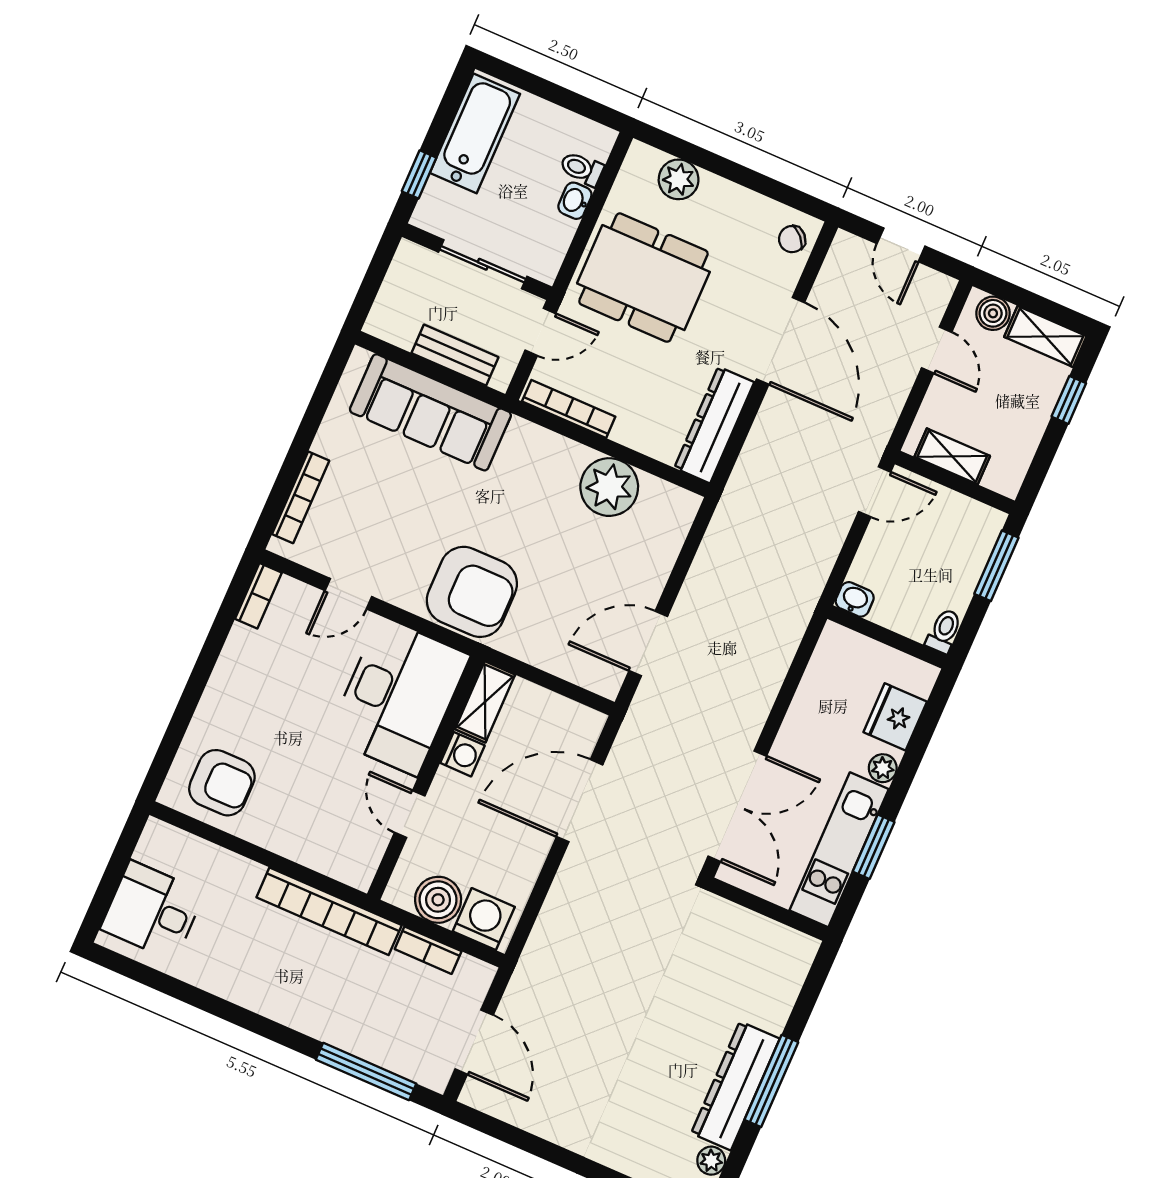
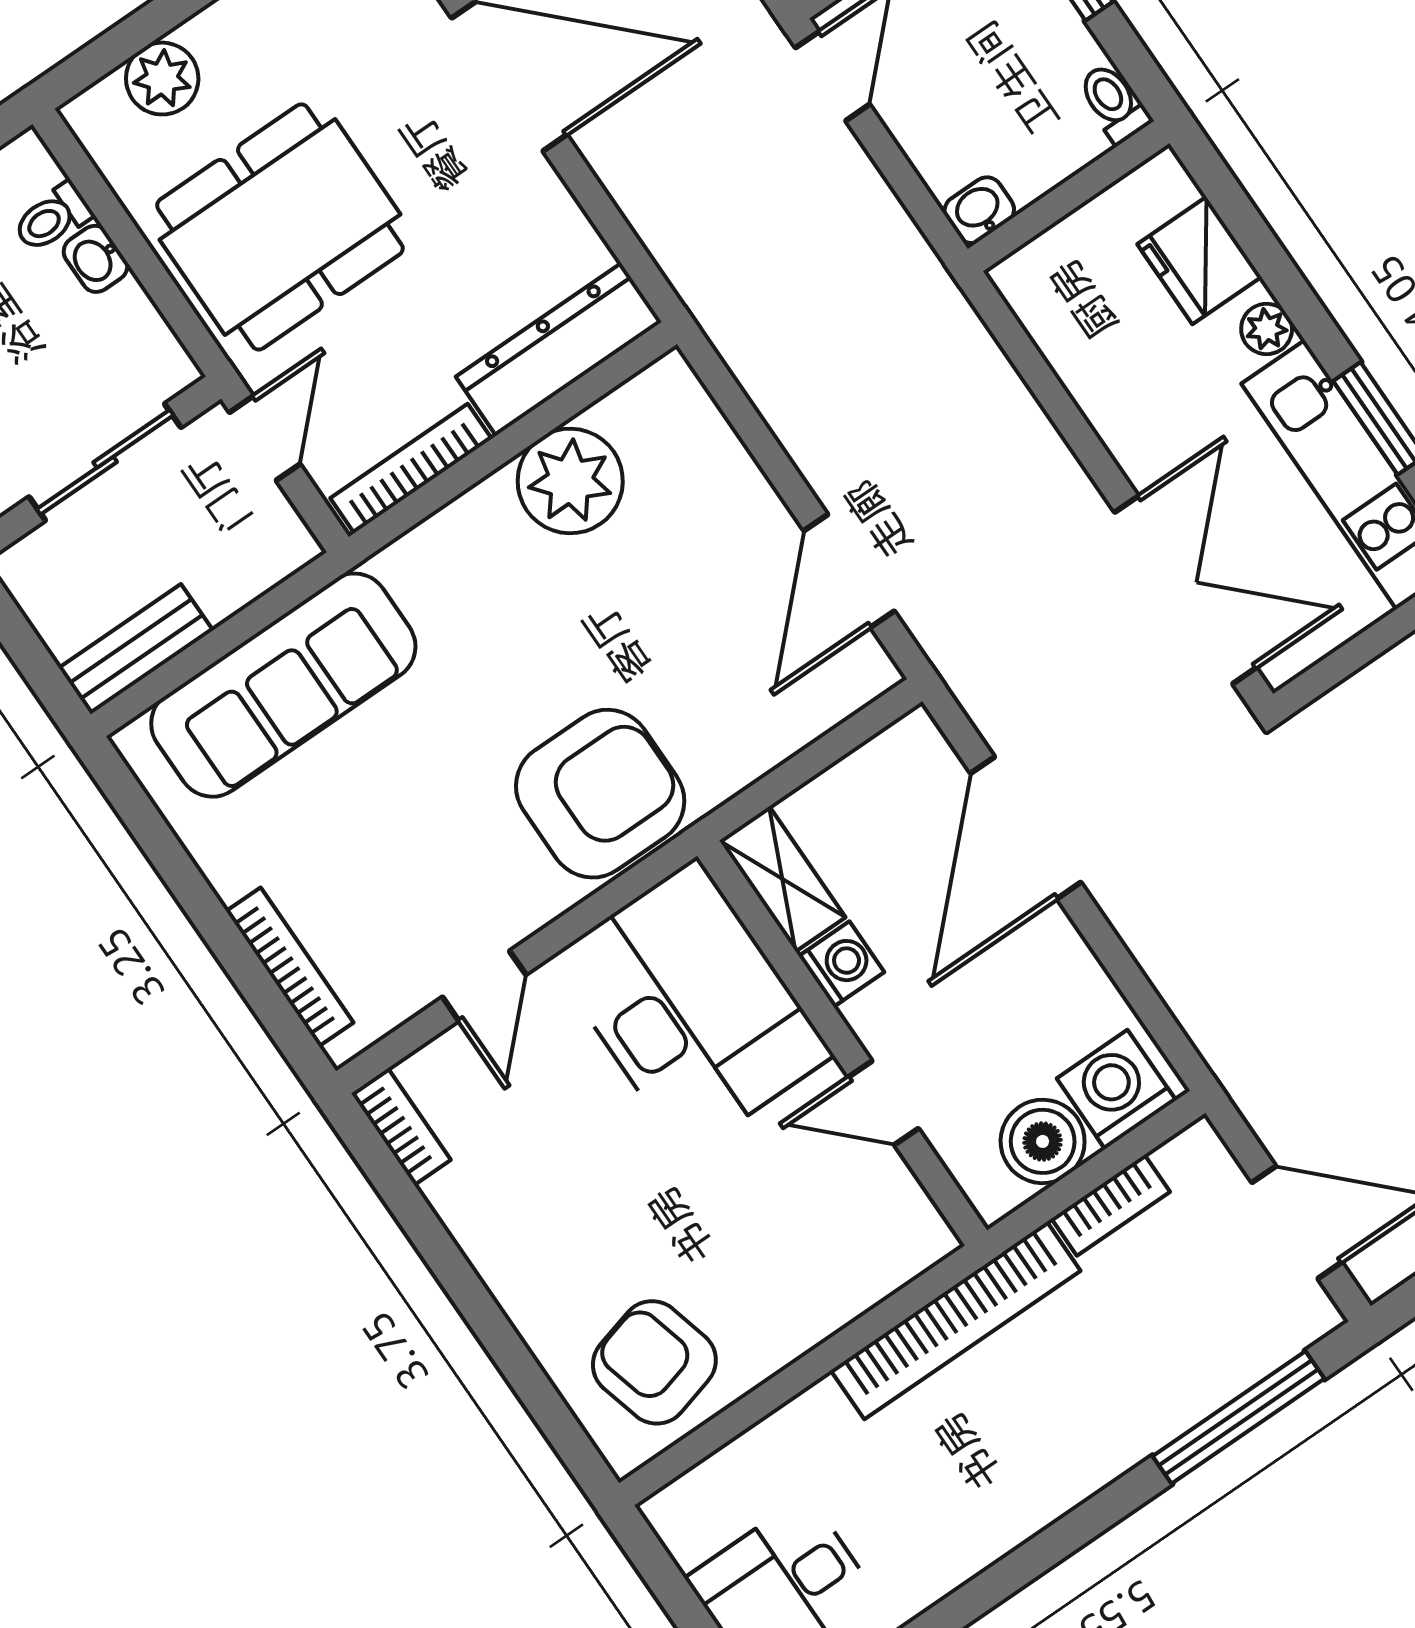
bench: (455, 355) -> (136, 649), moved
dresser: (714, 425) -> (559, 349), moved, turned 90
armchair: (222, 783) -> (654, 1362), turned -105

